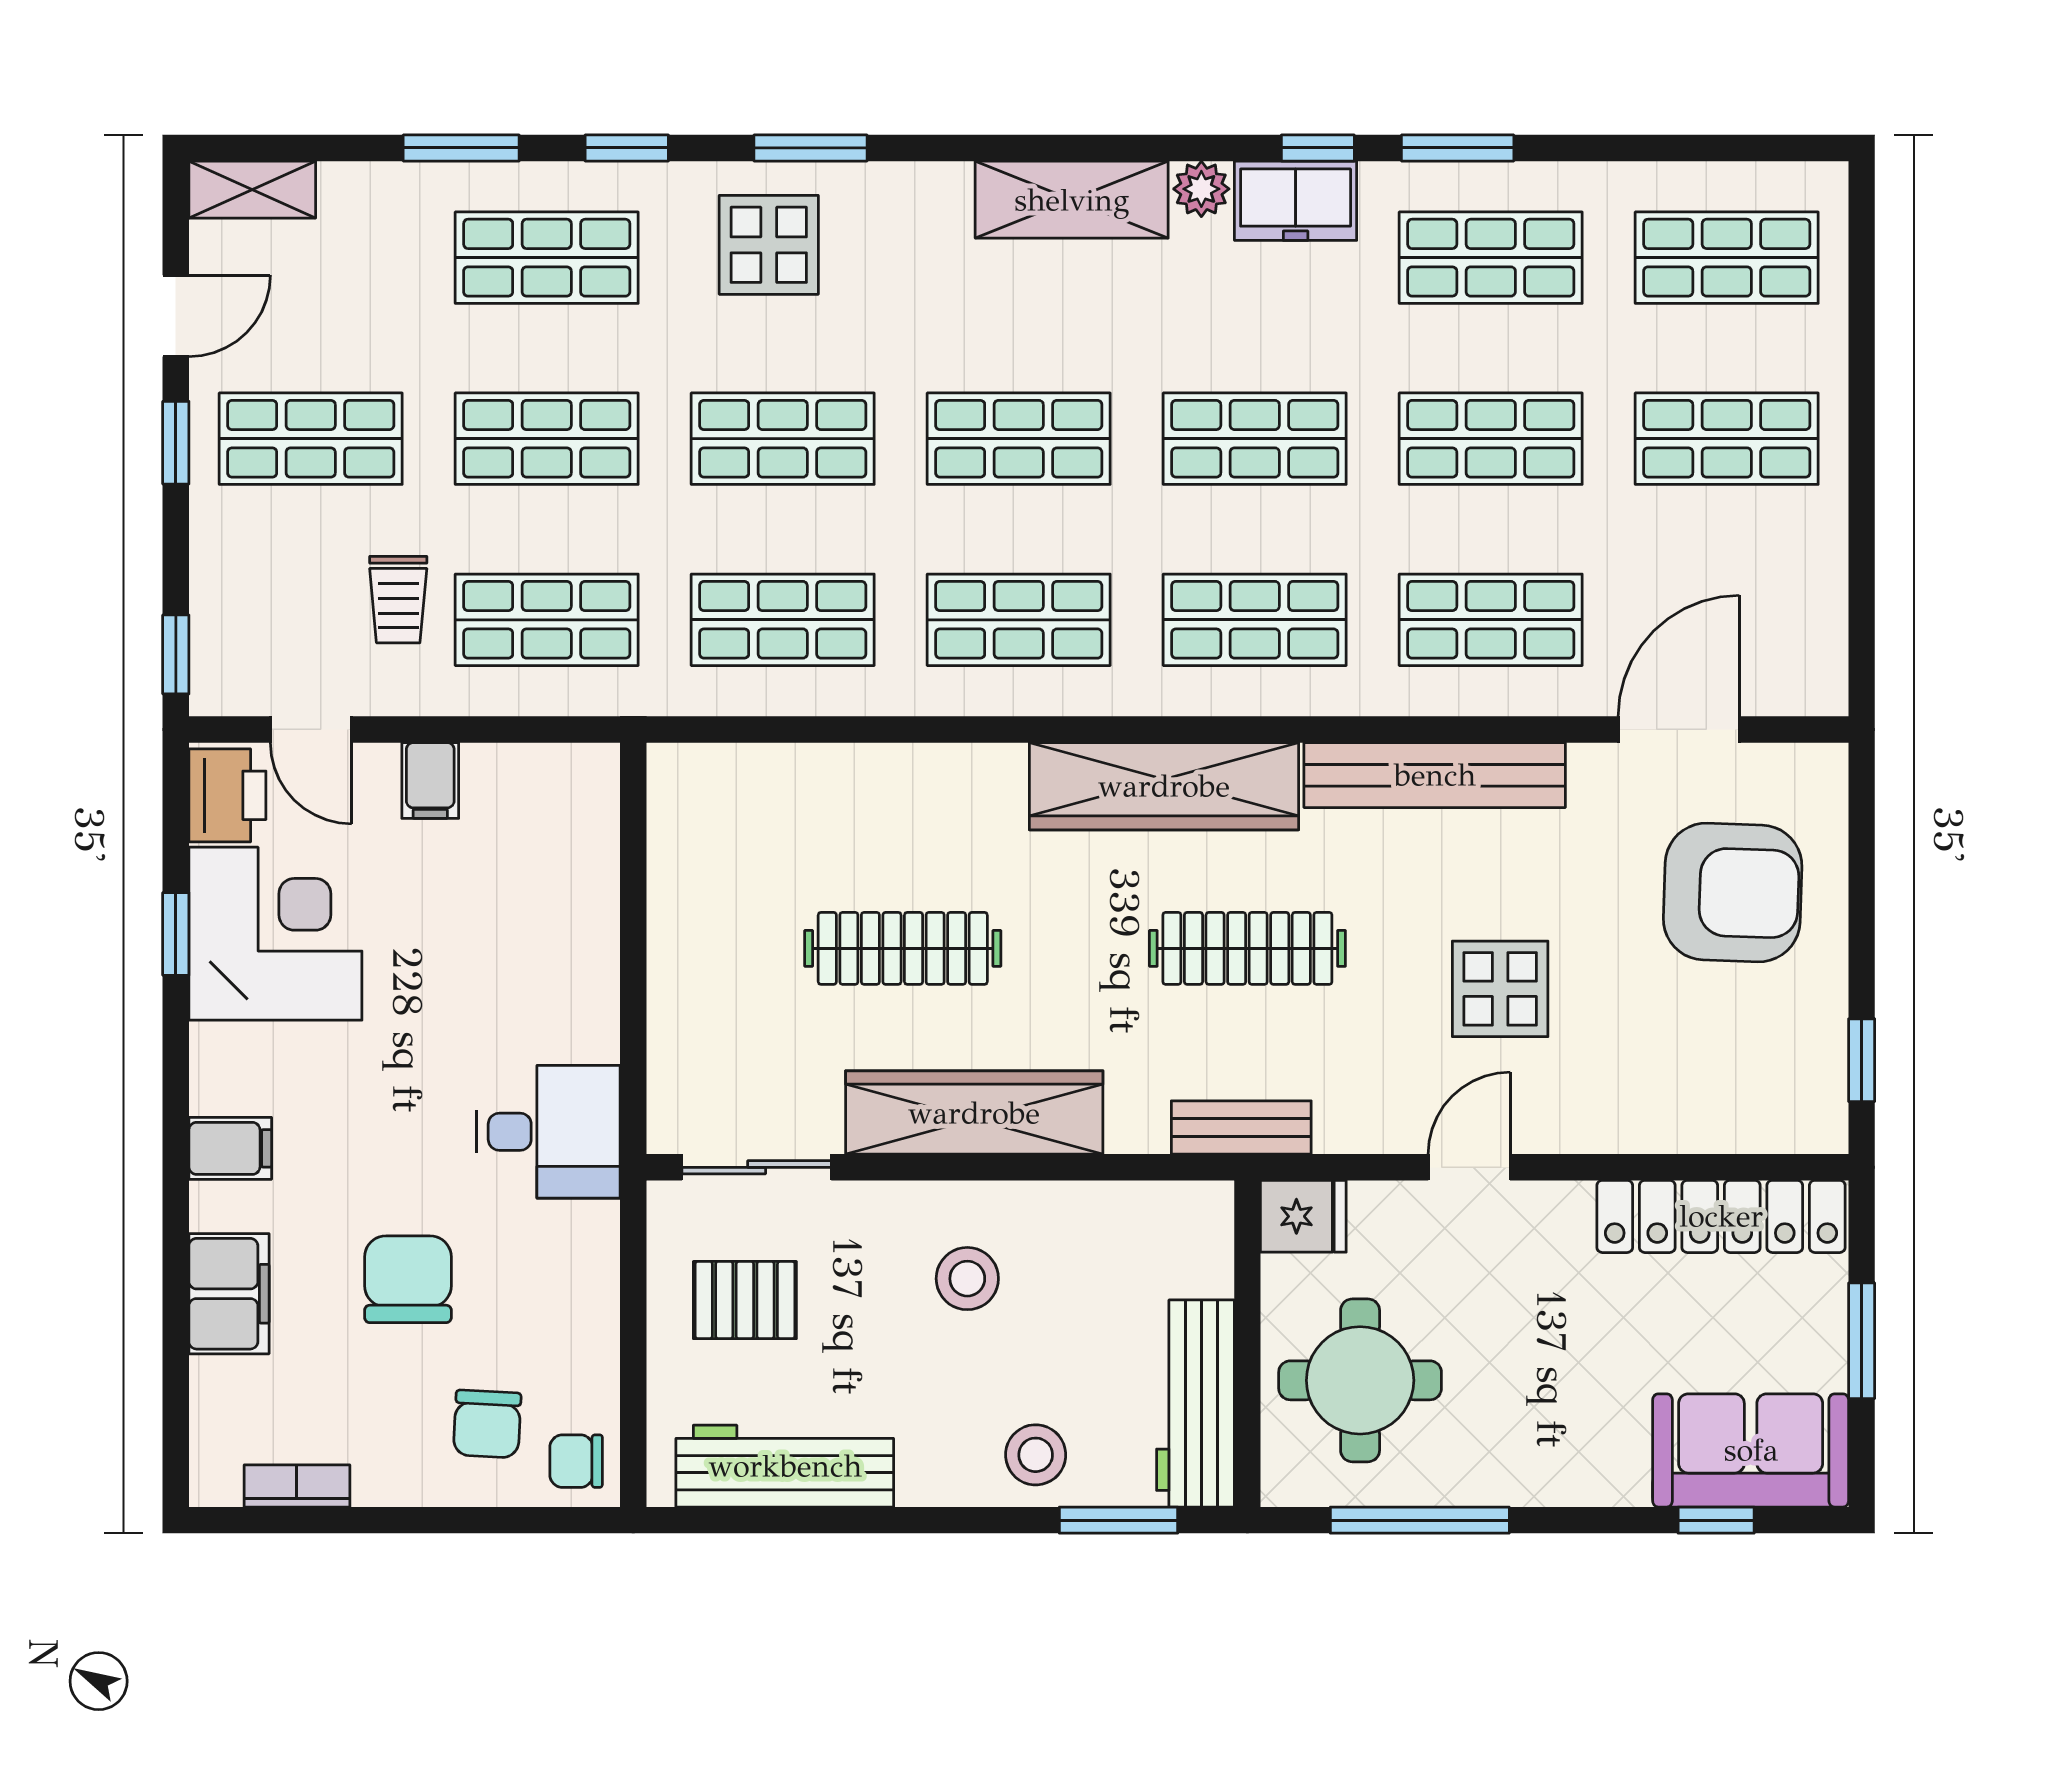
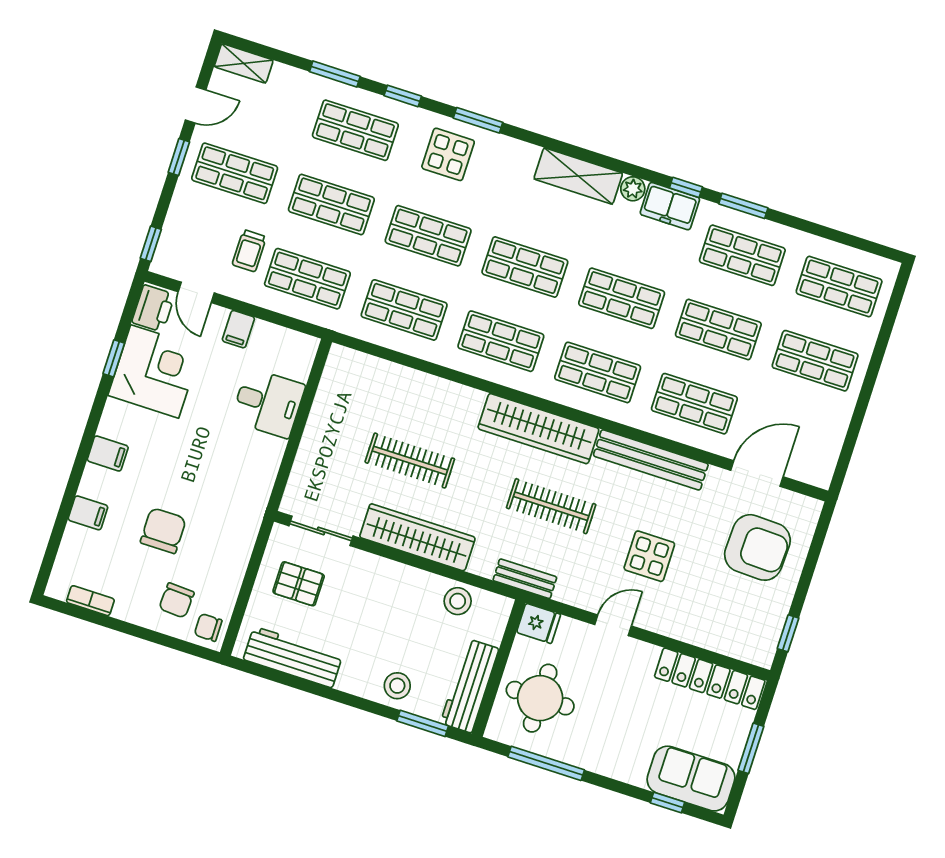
desk: (548, 1132) -> (268, 403), moved
stool: (967, 1279) -> (458, 601), moved
filing cabinet: (229, 1294) -> (88, 513), width x0.50

